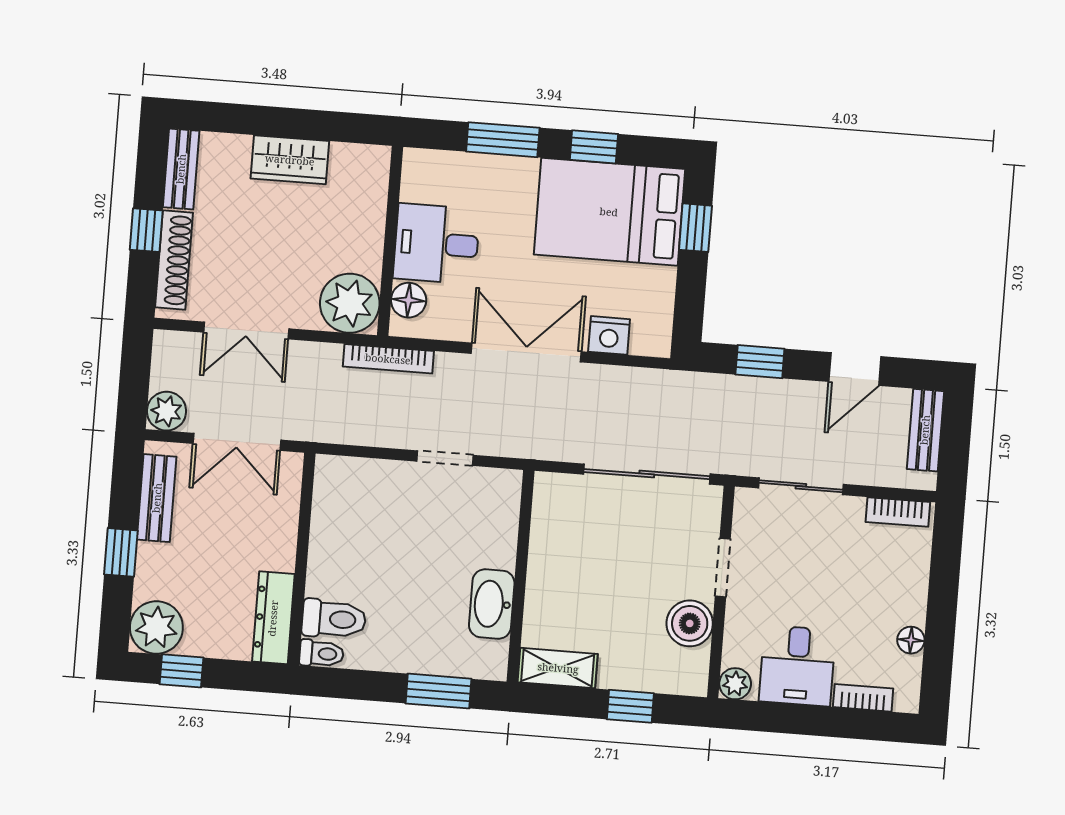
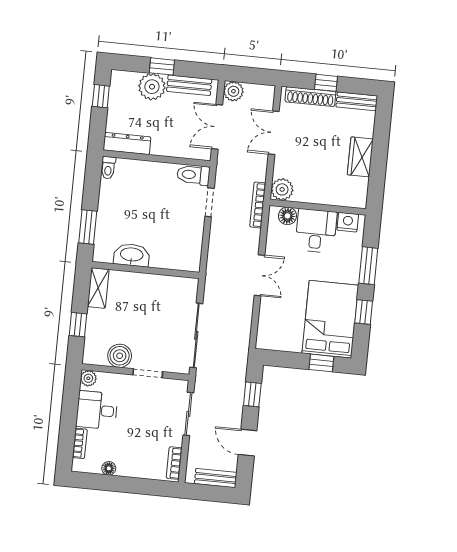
plant: (350, 303) -> (282, 189), width x0.73, depth x0.73
nightstand: (609, 335) -> (348, 222), moved, turned 90
double door: (526, 353) -> (259, 275), width x0.73
doorway: (445, 458) -> (210, 202), moved
toilet: (334, 619) -> (193, 175), moved, turned 90
plant: (156, 627) -> (152, 87), moved

